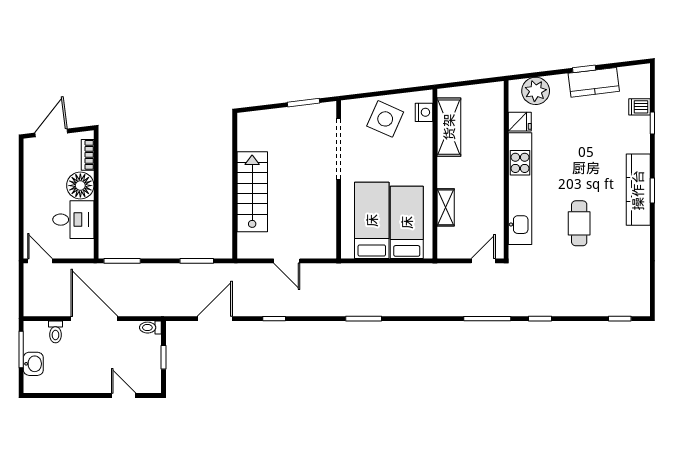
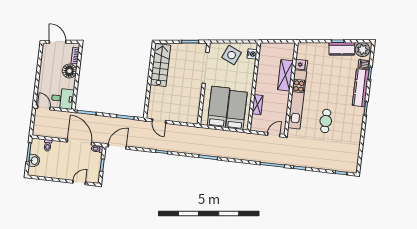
plant: (536, 91) -> (363, 50), moved
shelving: (449, 127) -> (285, 75), moved
door: (51, 133) -> (58, 42), hinge flipped
kitchen counter: (638, 190) -> (361, 88), moved
stairs: (252, 192) -> (160, 65), moved
desk: (73, 220) -> (63, 99), moved
door: (287, 261) -> (159, 121), moved
door: (94, 319) -> (80, 142), moved
door: (215, 319) -> (117, 147), moved
door: (124, 396) -> (79, 183), hinge flipped

